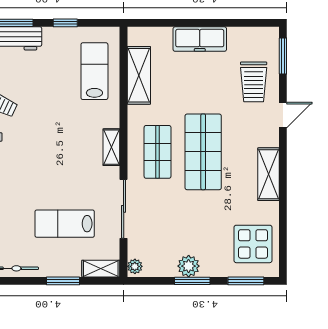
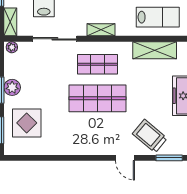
trolley: (254, 82) -> (150, 136), turned 40
shelving: (268, 174) -> (81, 147), removed
display table: (253, 244) -> (27, 123), moved

